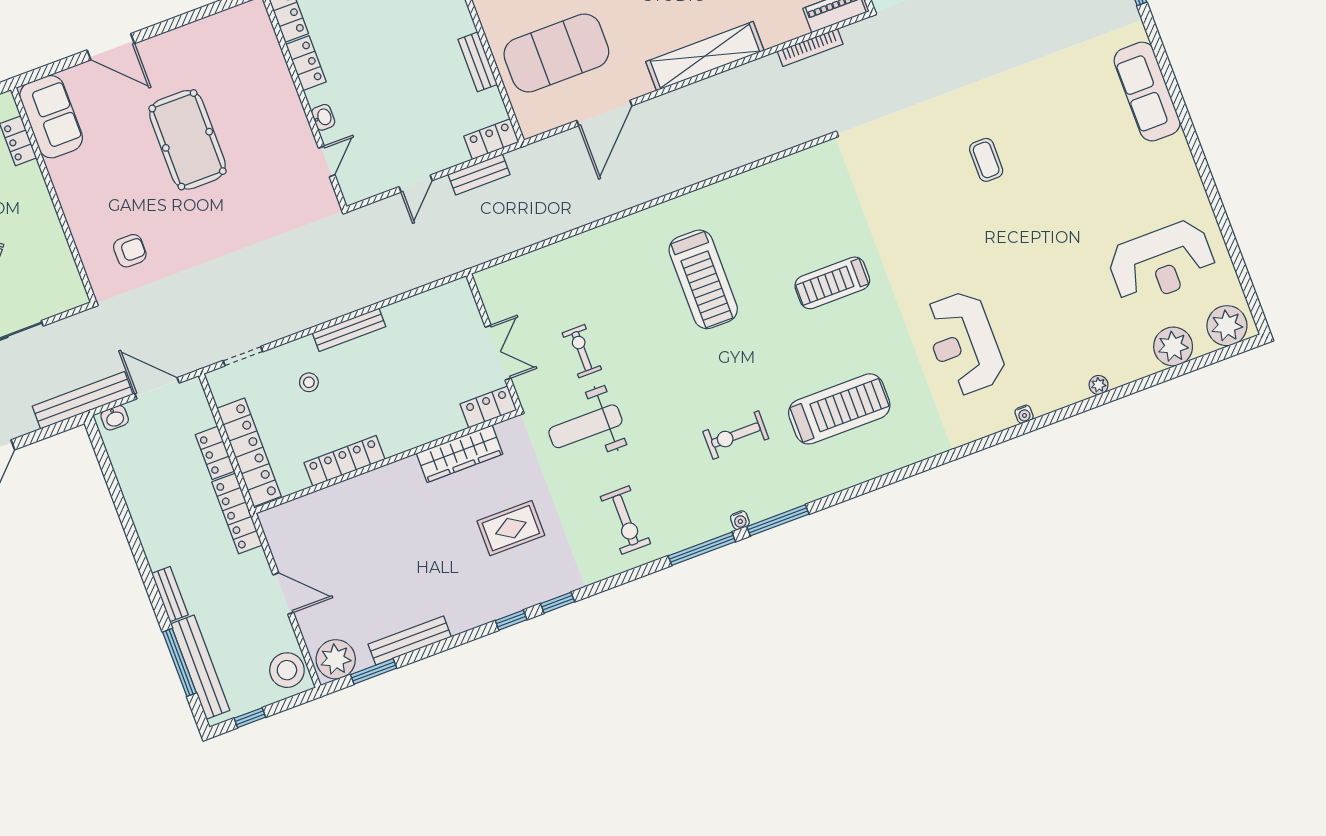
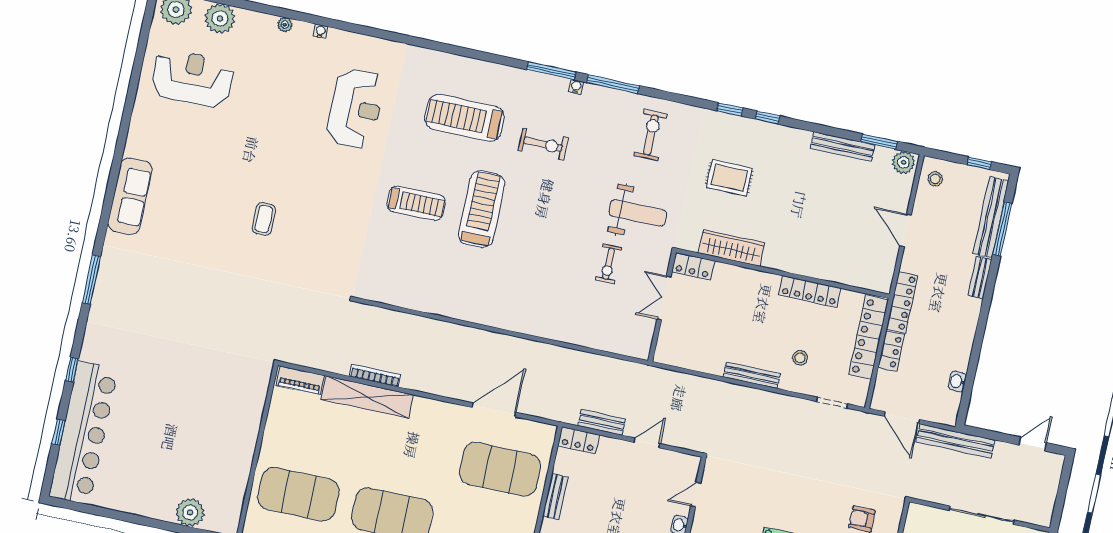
bookcase: (810, 48) -> (375, 376), moved
shelving: (705, 56) -> (367, 397), moved
treadmill: (703, 279) -> (482, 209), moved
water cooler: (1024, 414) -> (320, 31), moved
washbasin: (115, 418) -> (957, 381), moved, turned -90
plant: (336, 659) -> (904, 162), width x0.73, depth x0.73
stool: (287, 670) -> (935, 179), width x0.53, depth x0.53

